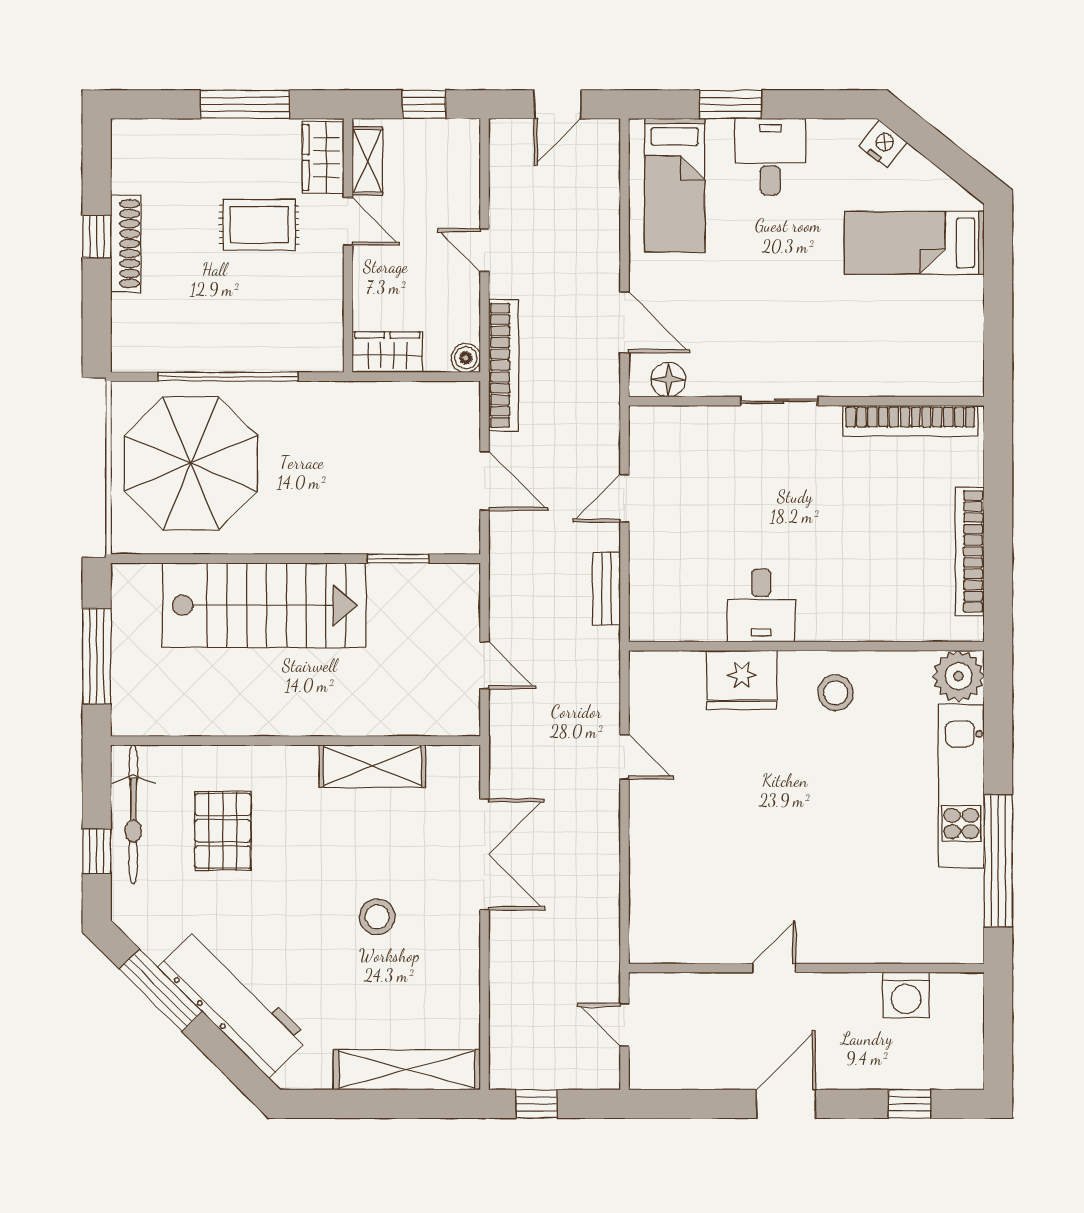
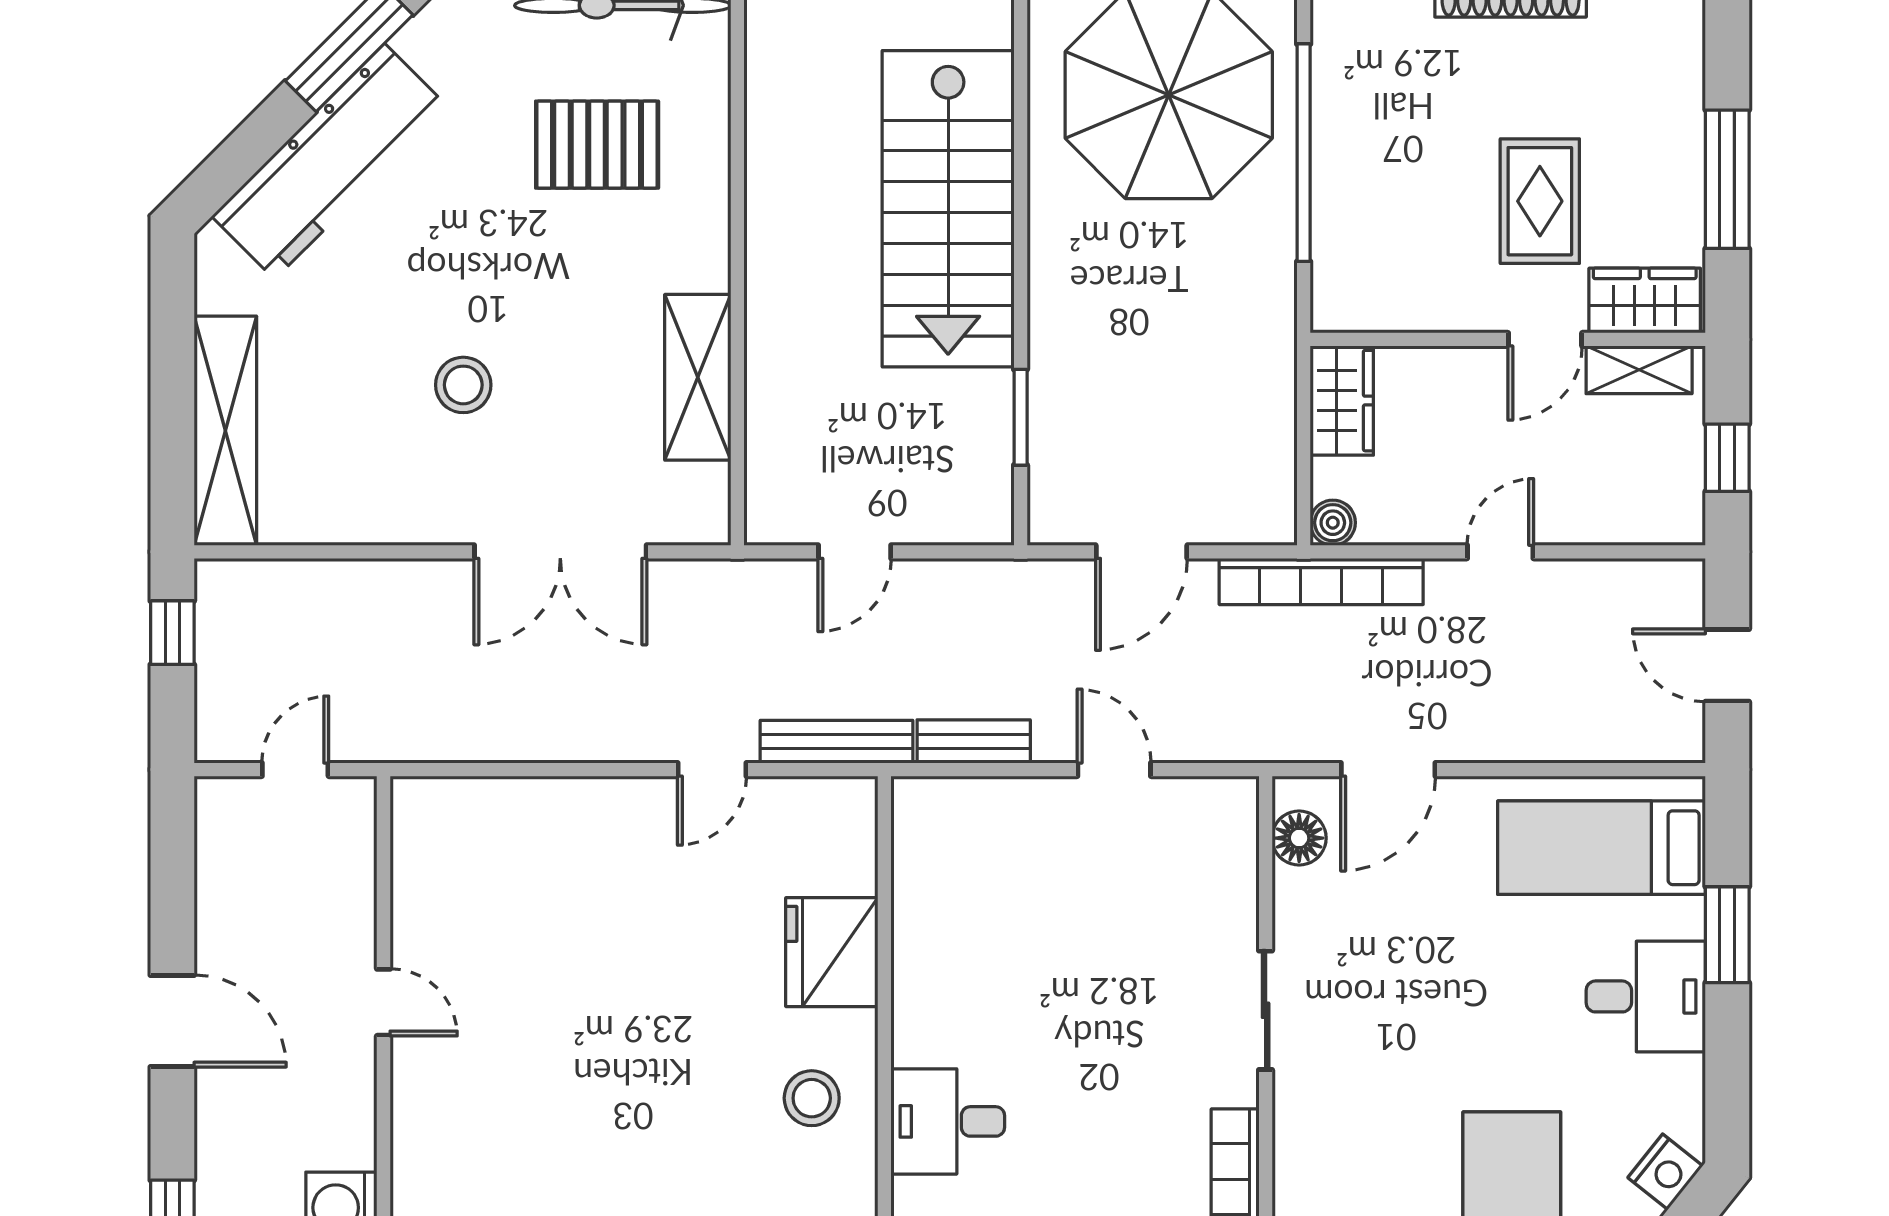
desk: (761, 605) -> (948, 1121), moved
bench: (607, 677) -> (836, 742), added

